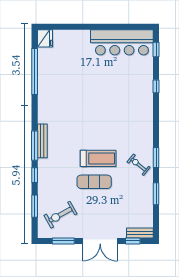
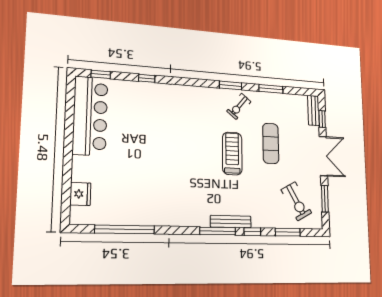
fridge: (45, 38) -> (80, 194), moved, turned 90
bench: (42, 141) -> (231, 222), moved
exercise mat: (94, 182) -> (271, 143), moved

